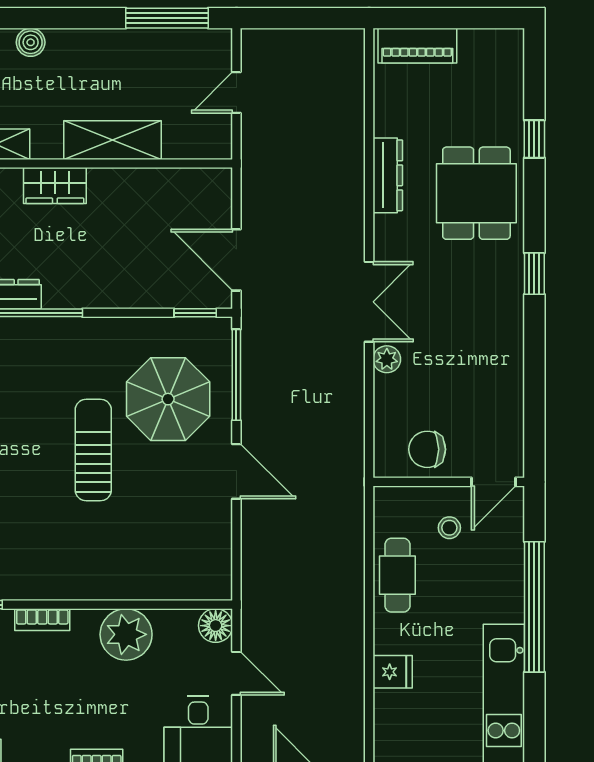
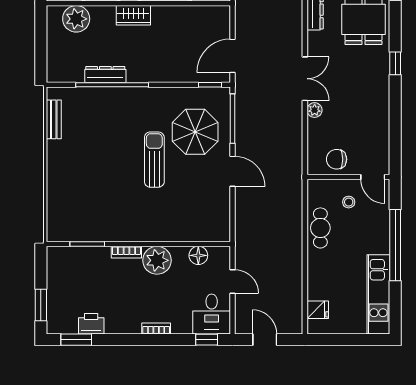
door: (236, 260) -> (232, 56), hinge flipped
door: (493, 482) -> (373, 177), hinge flipped
floor lamp: (216, 626) -> (198, 255), moved
plant: (126, 634) -> (157, 260), moved
fridge: (393, 672) -> (318, 310), moved

